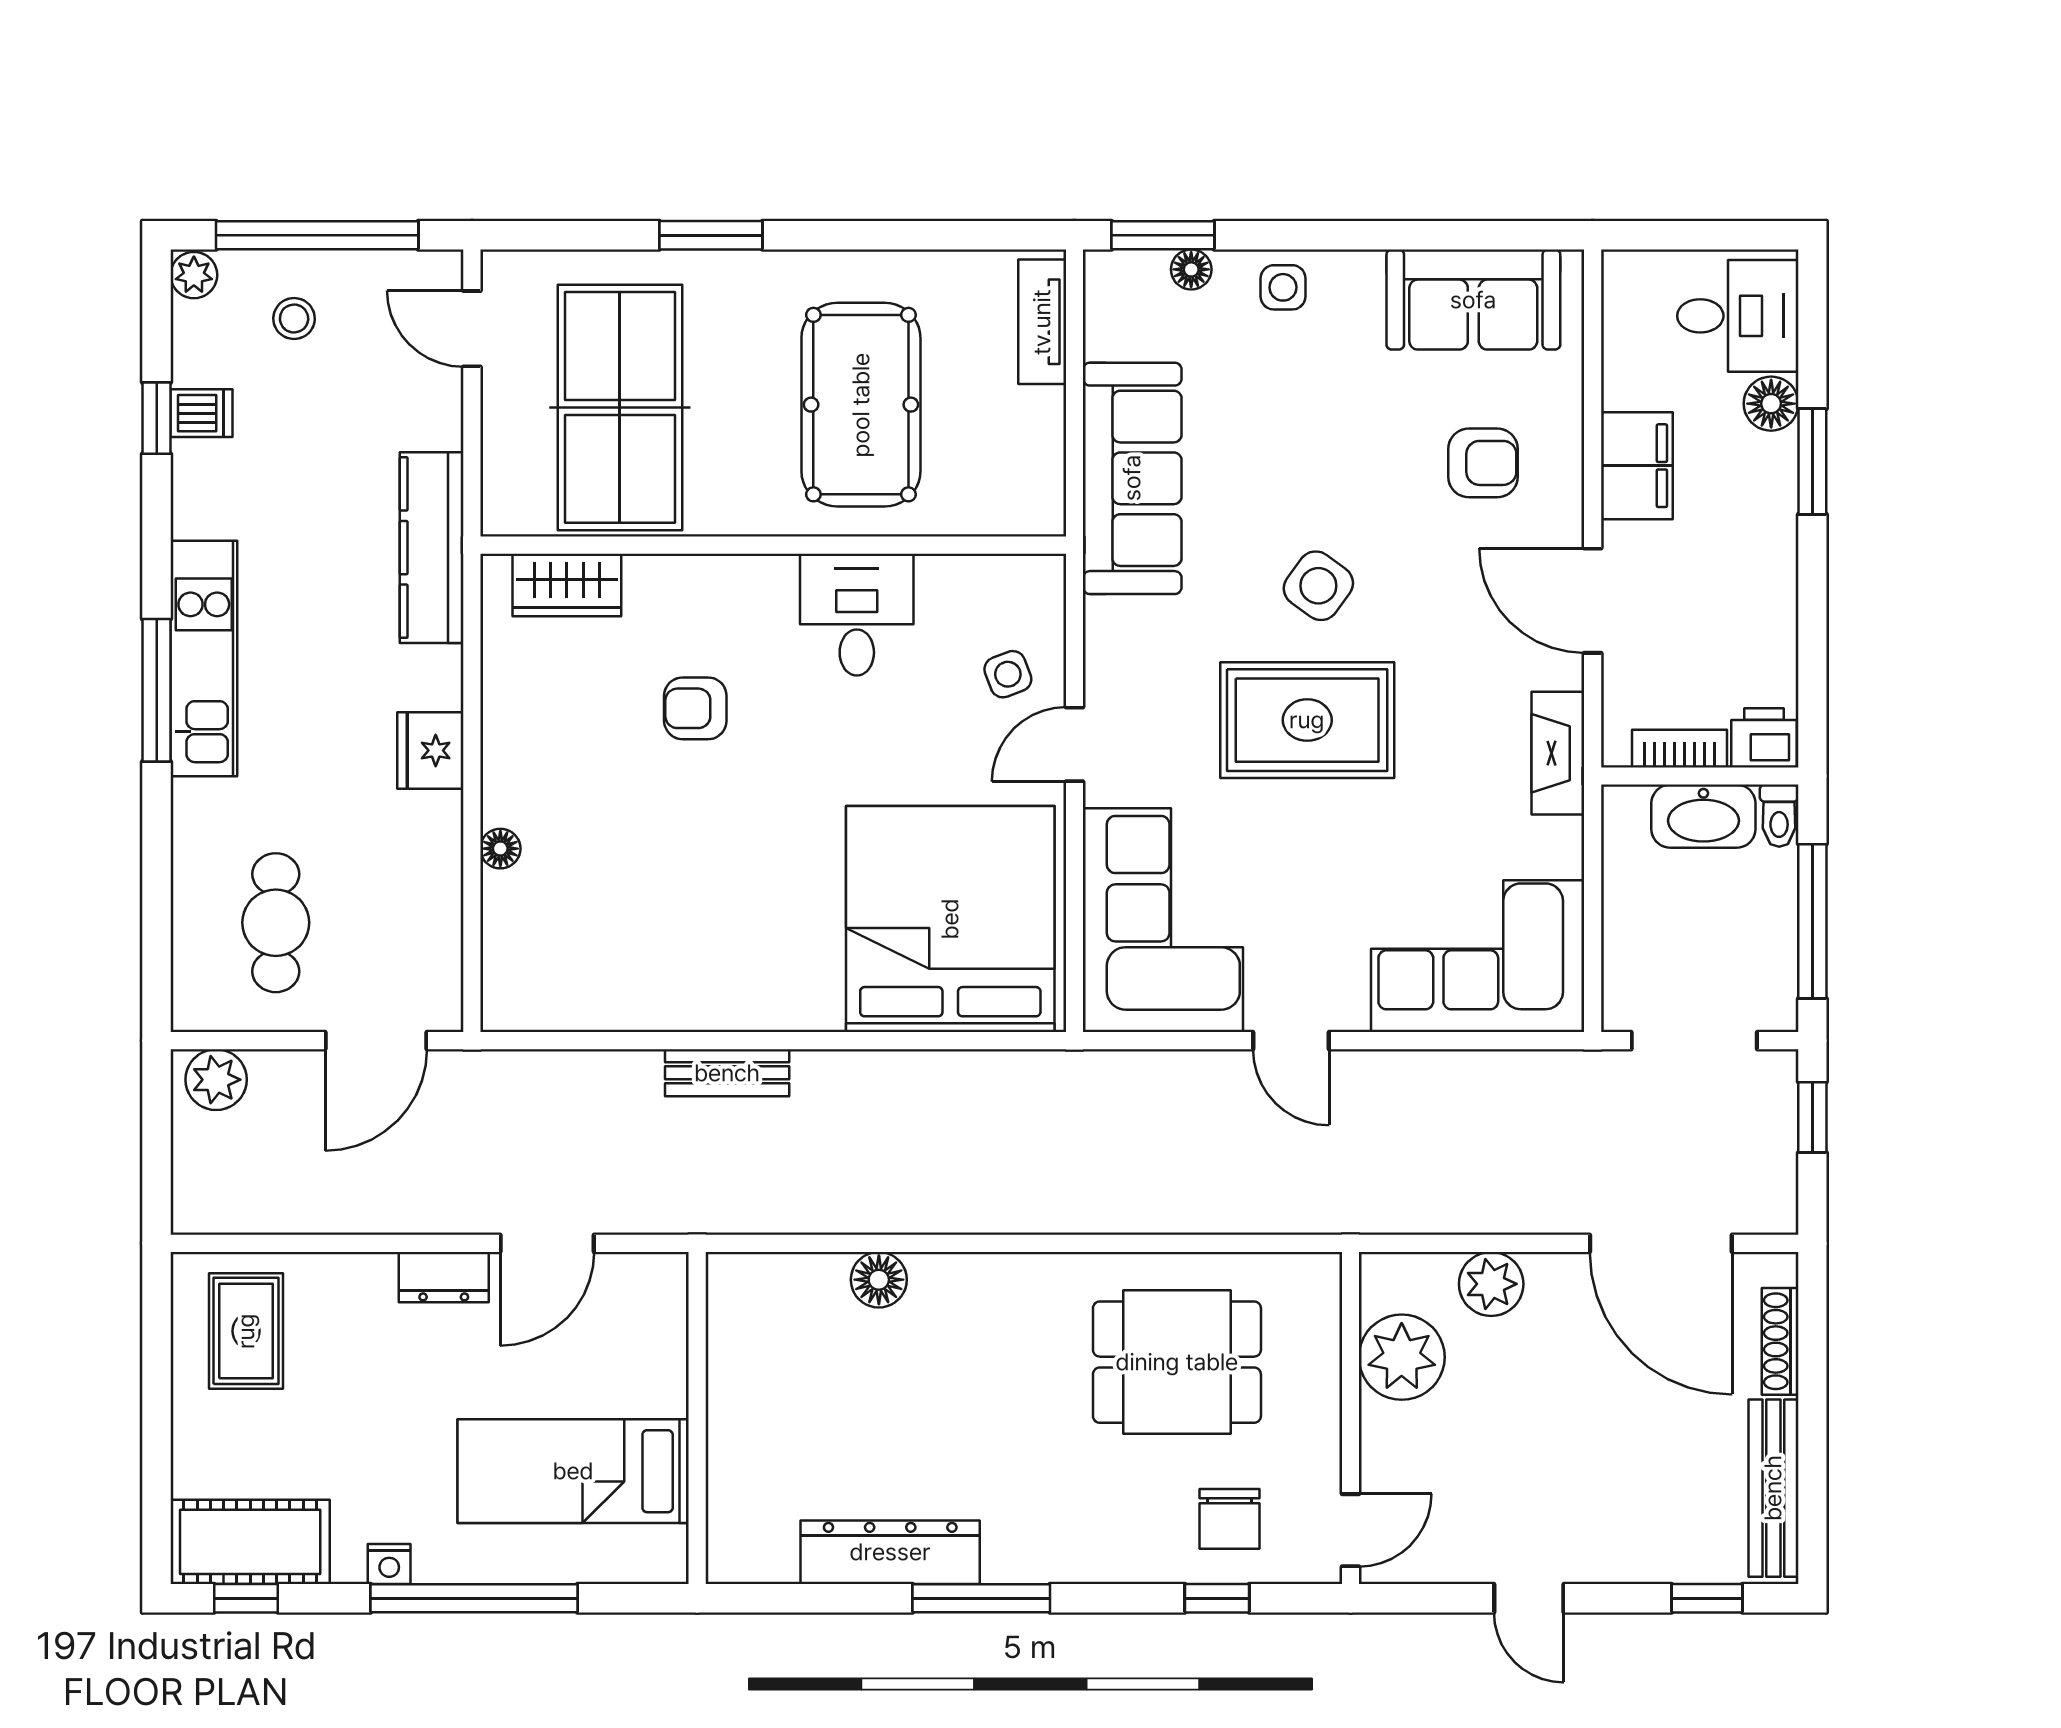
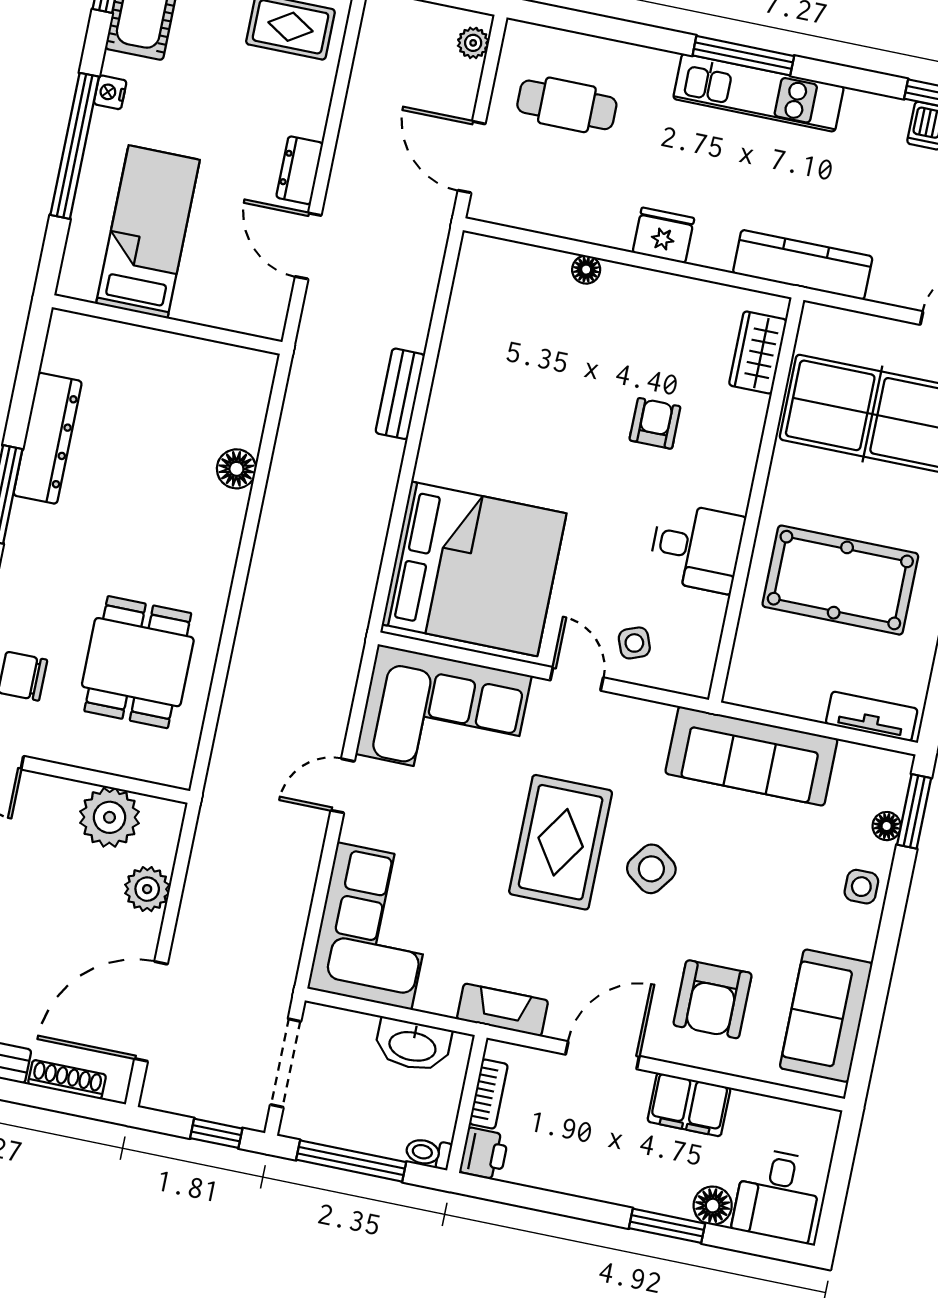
armchair: (1483, 463) -> (713, 999), width x1.38, depth x1.38
washbasin: (1703, 816) -> (413, 1045), moved, turned -90
plant: (216, 1080) -> (473, 43), width x0.73, depth x0.73

